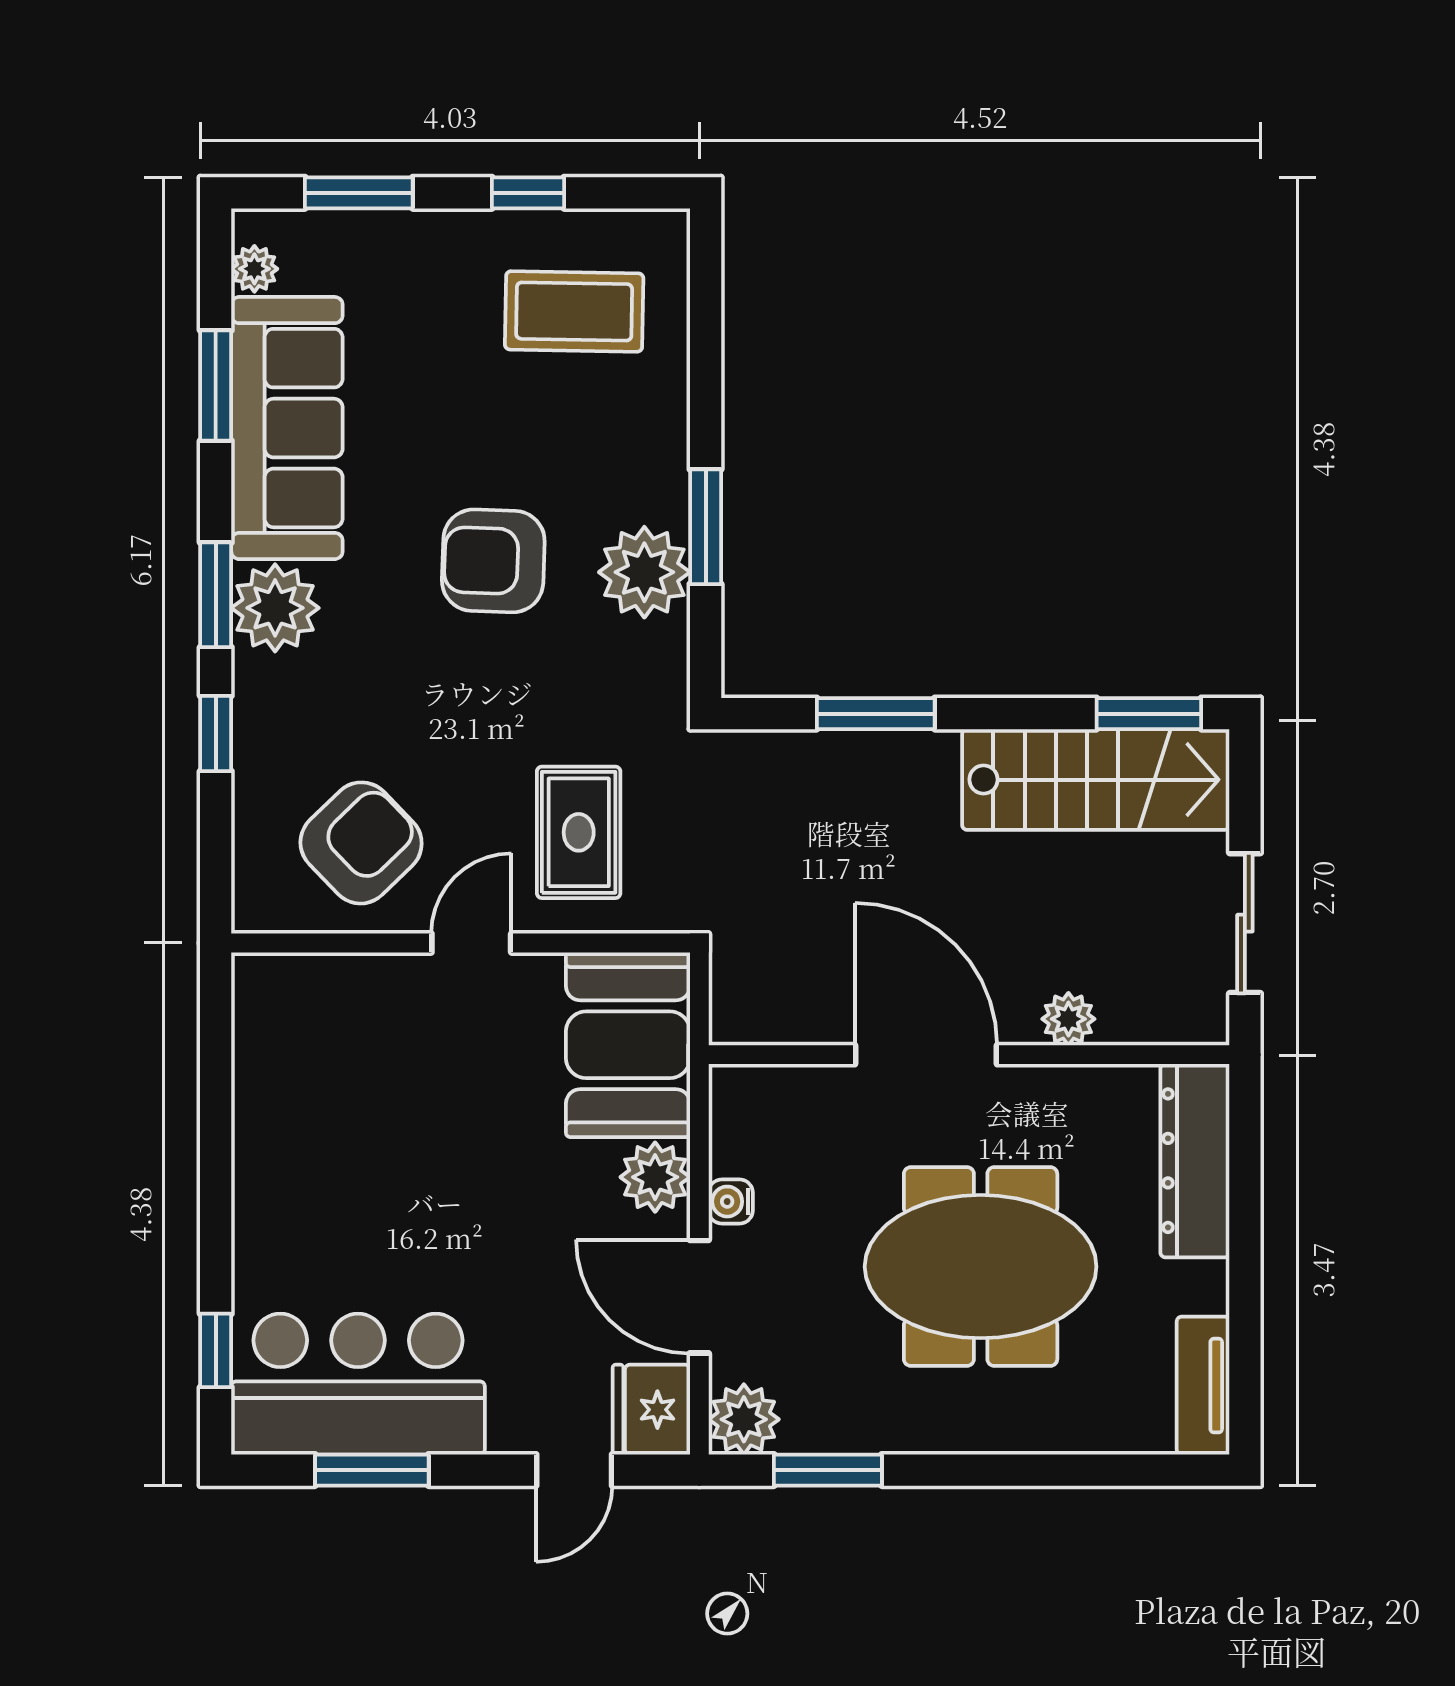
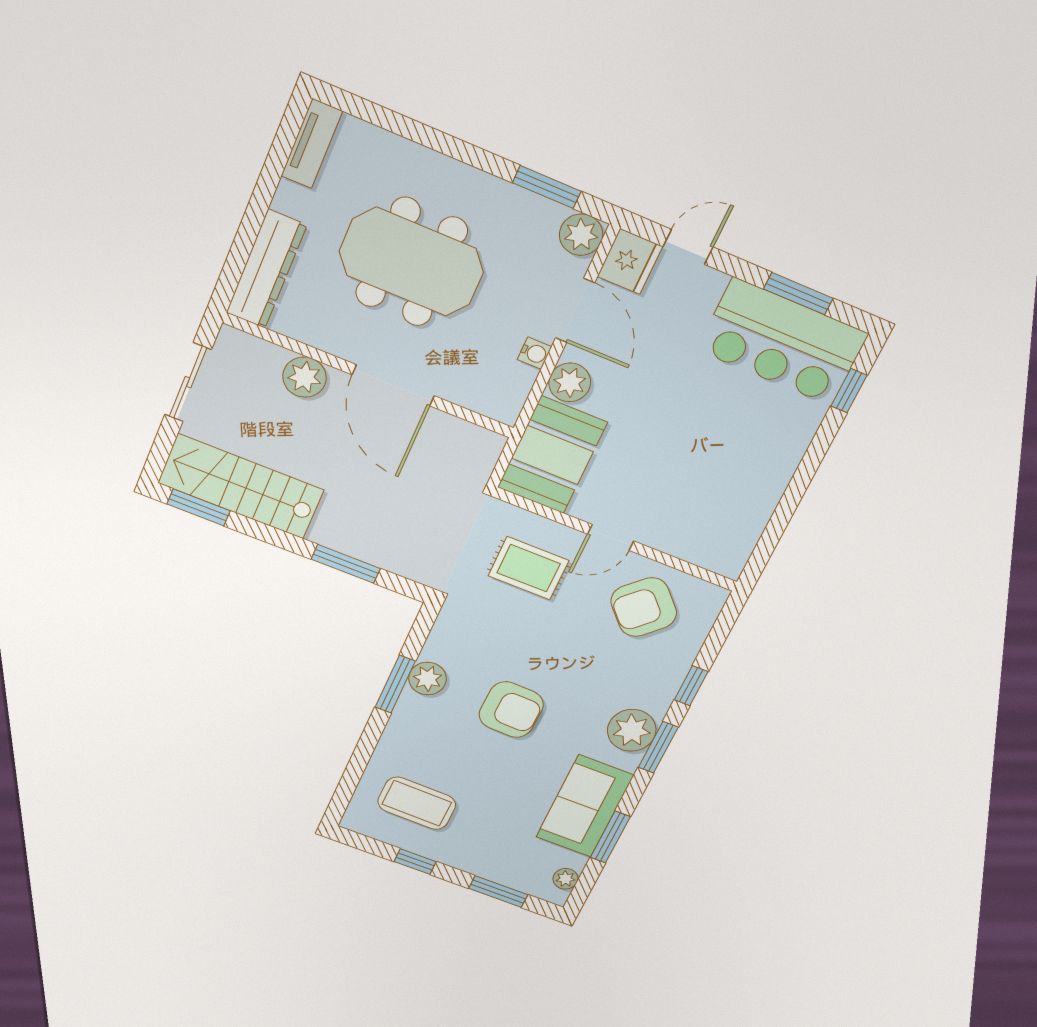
sofa: (287, 428) -> (585, 806), width x0.73
plant: (644, 572) -> (428, 679), width x0.73, depth x0.73
rug: (579, 832) -> (529, 568), turned 90
plant: (1068, 1019) -> (305, 377), width x1.38, depth x1.38

